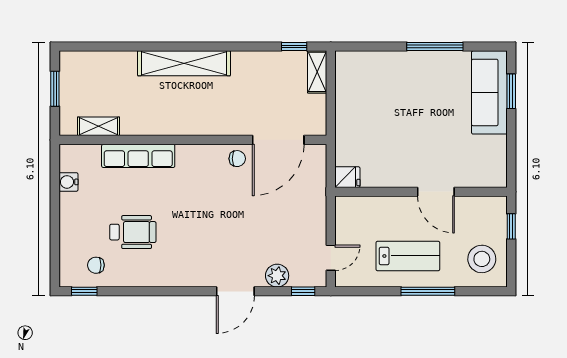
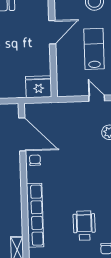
row of seats: (138, 156) -> (35, 215), width x1.36
fridge: (347, 177) -> (39, 87), width x1.88, depth x1.34

